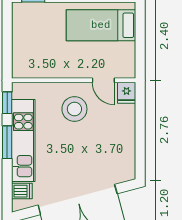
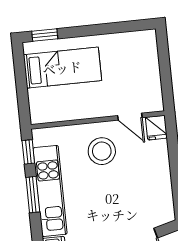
bed: (101, 25) -> (62, 68), moved, turned 180

